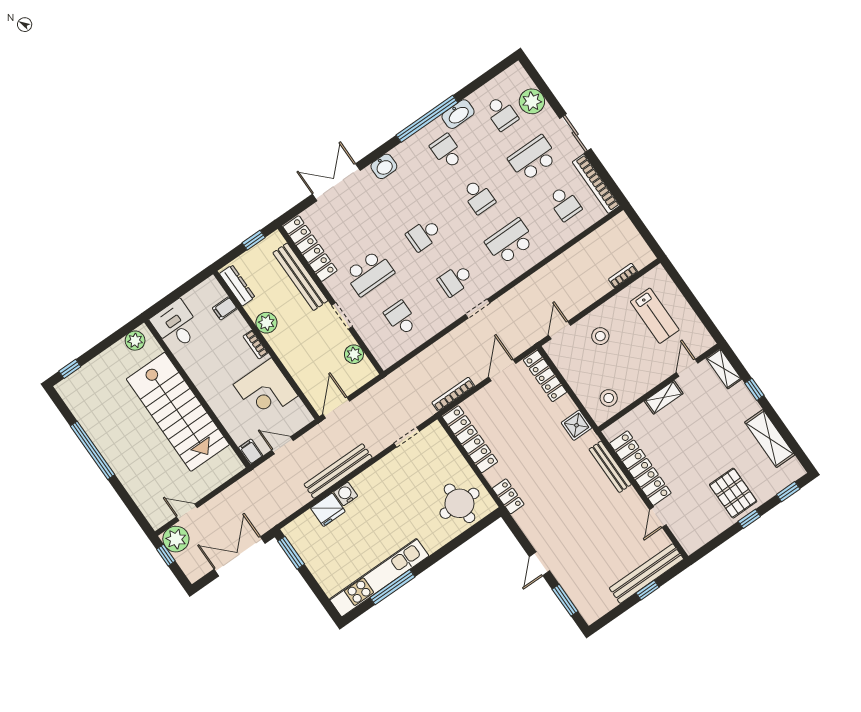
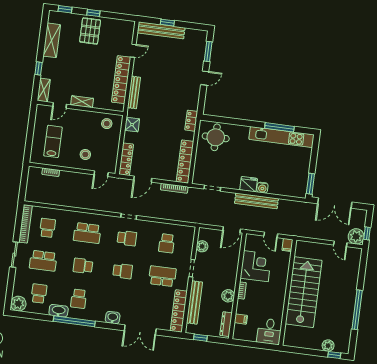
plant: (532, 101) -> (18, 304), moved
school desk: (478, 197) -> (83, 266), turned -90
plant: (135, 341) -> (328, 346), moved
fridge: (328, 510) -> (249, 184), moved

